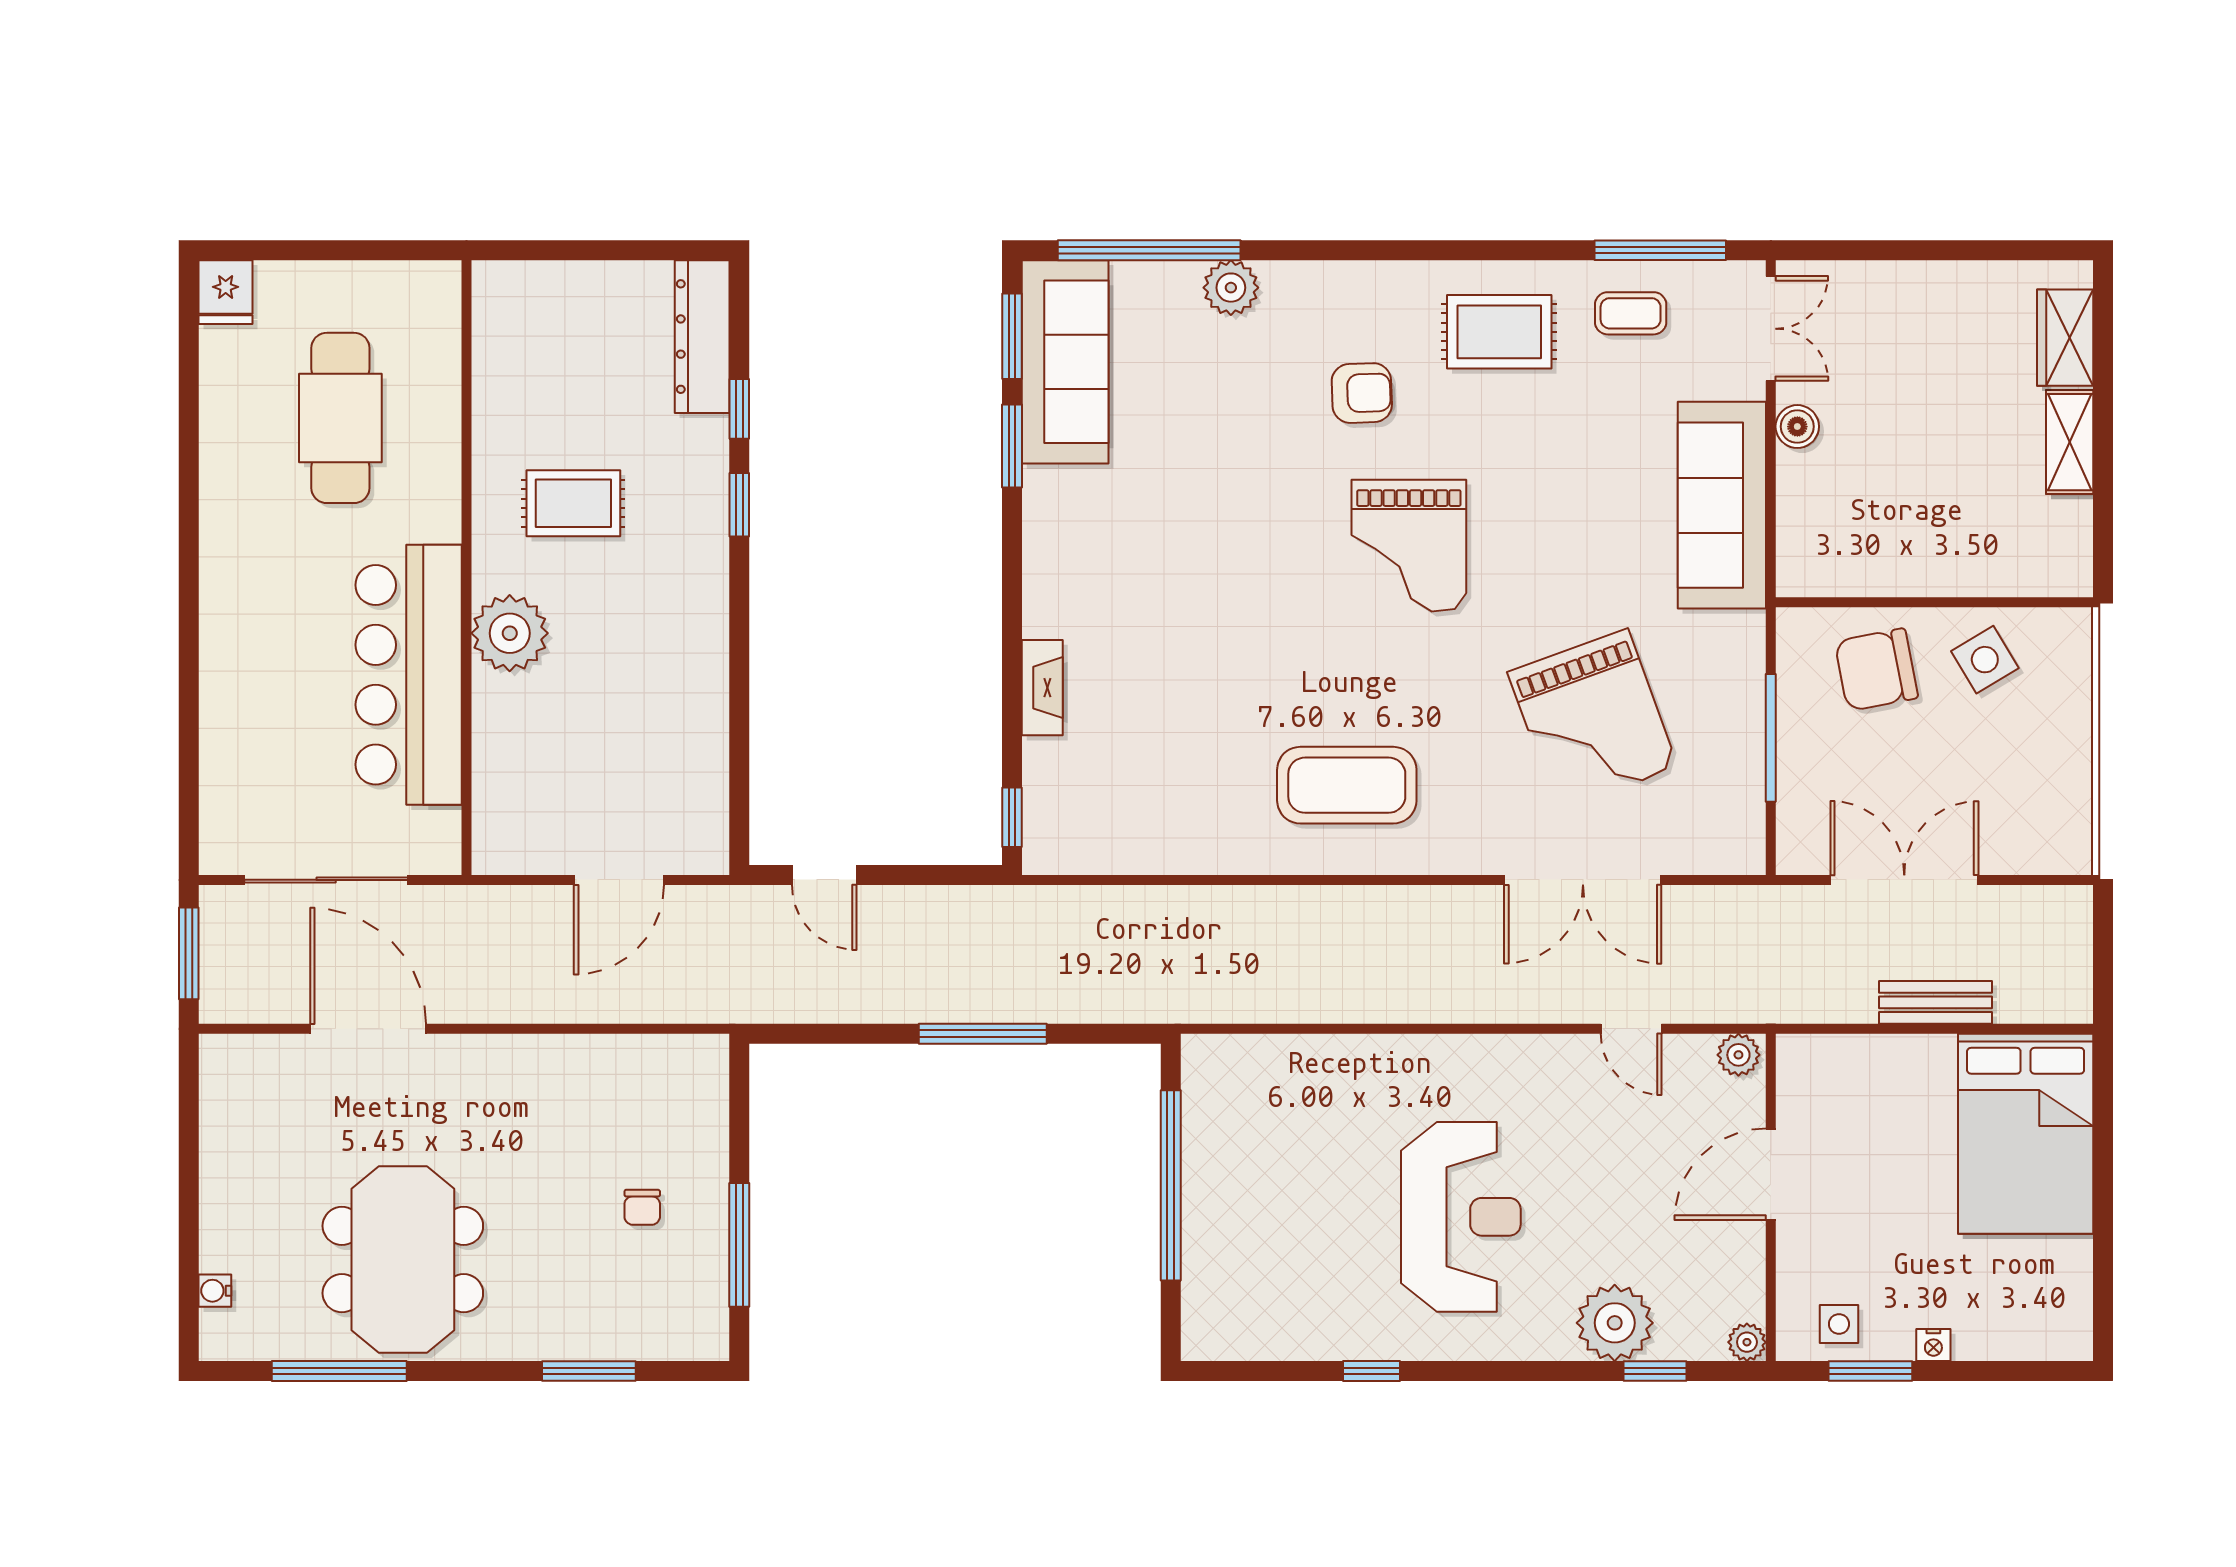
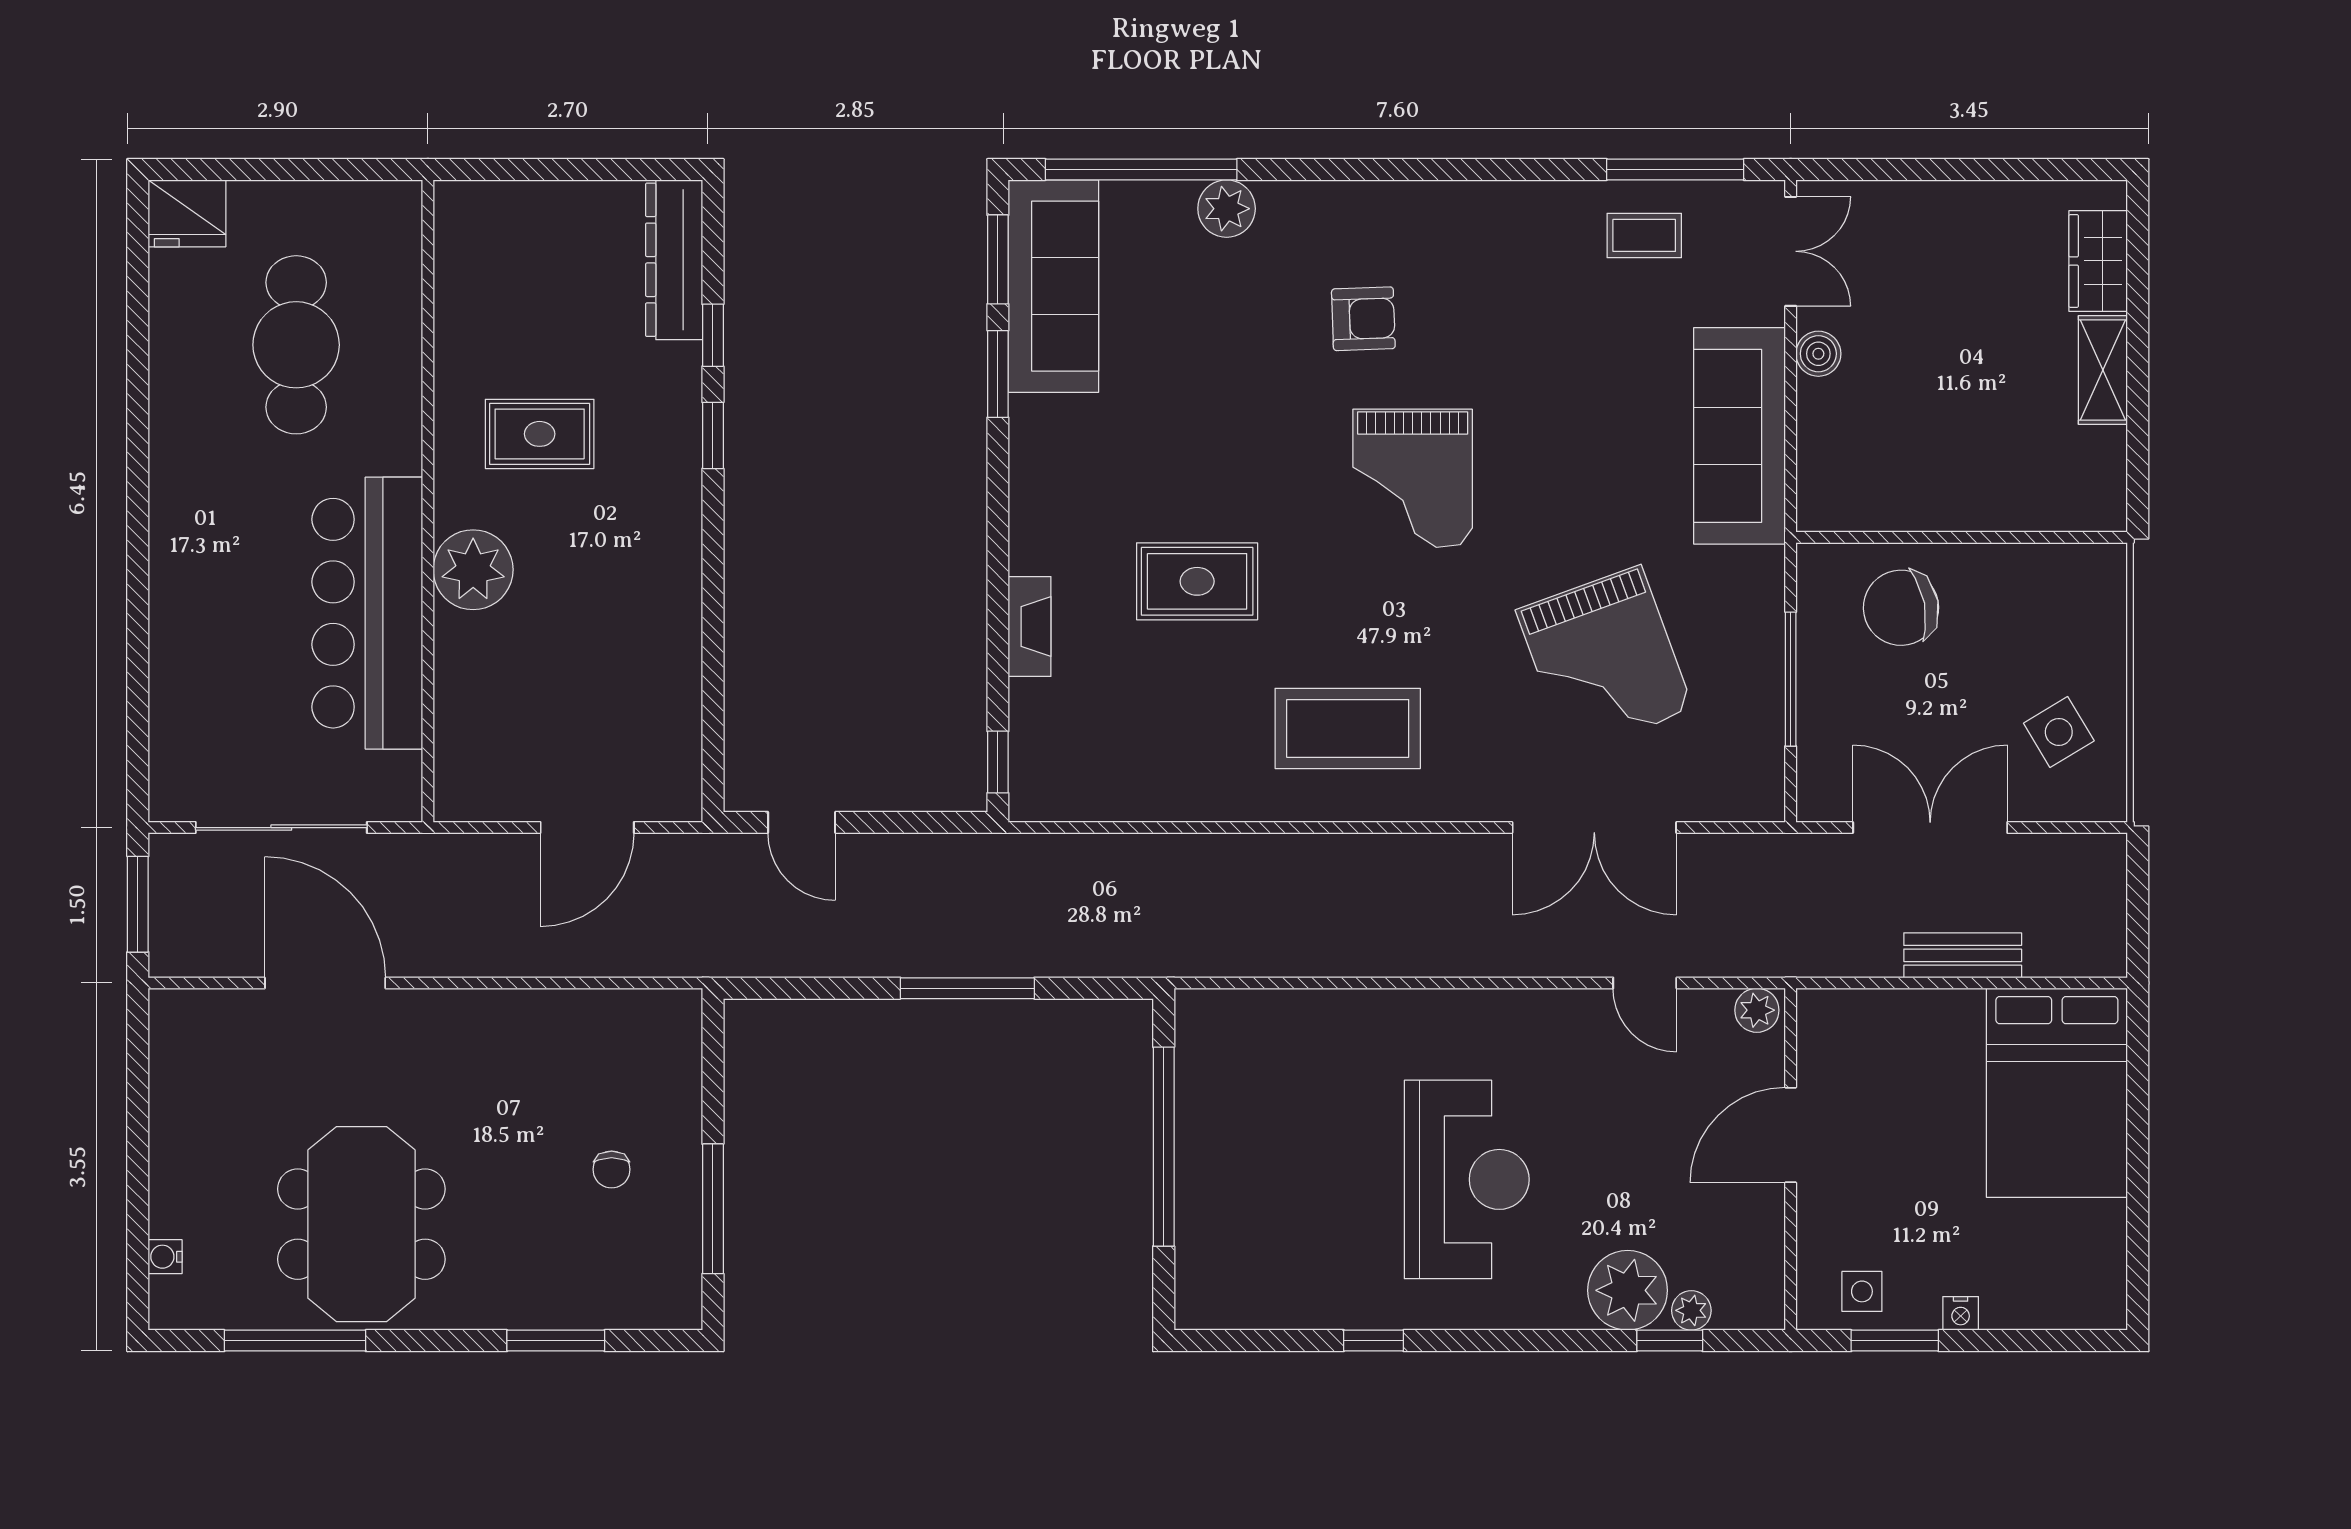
fridge: (226, 292) -> (187, 213), width x1.38
rug: (1499, 332) -> (1197, 581), moved
side table: (1985, 660) -> (2059, 732), moved
plant: (1747, 1342) -> (1691, 1310), moved

